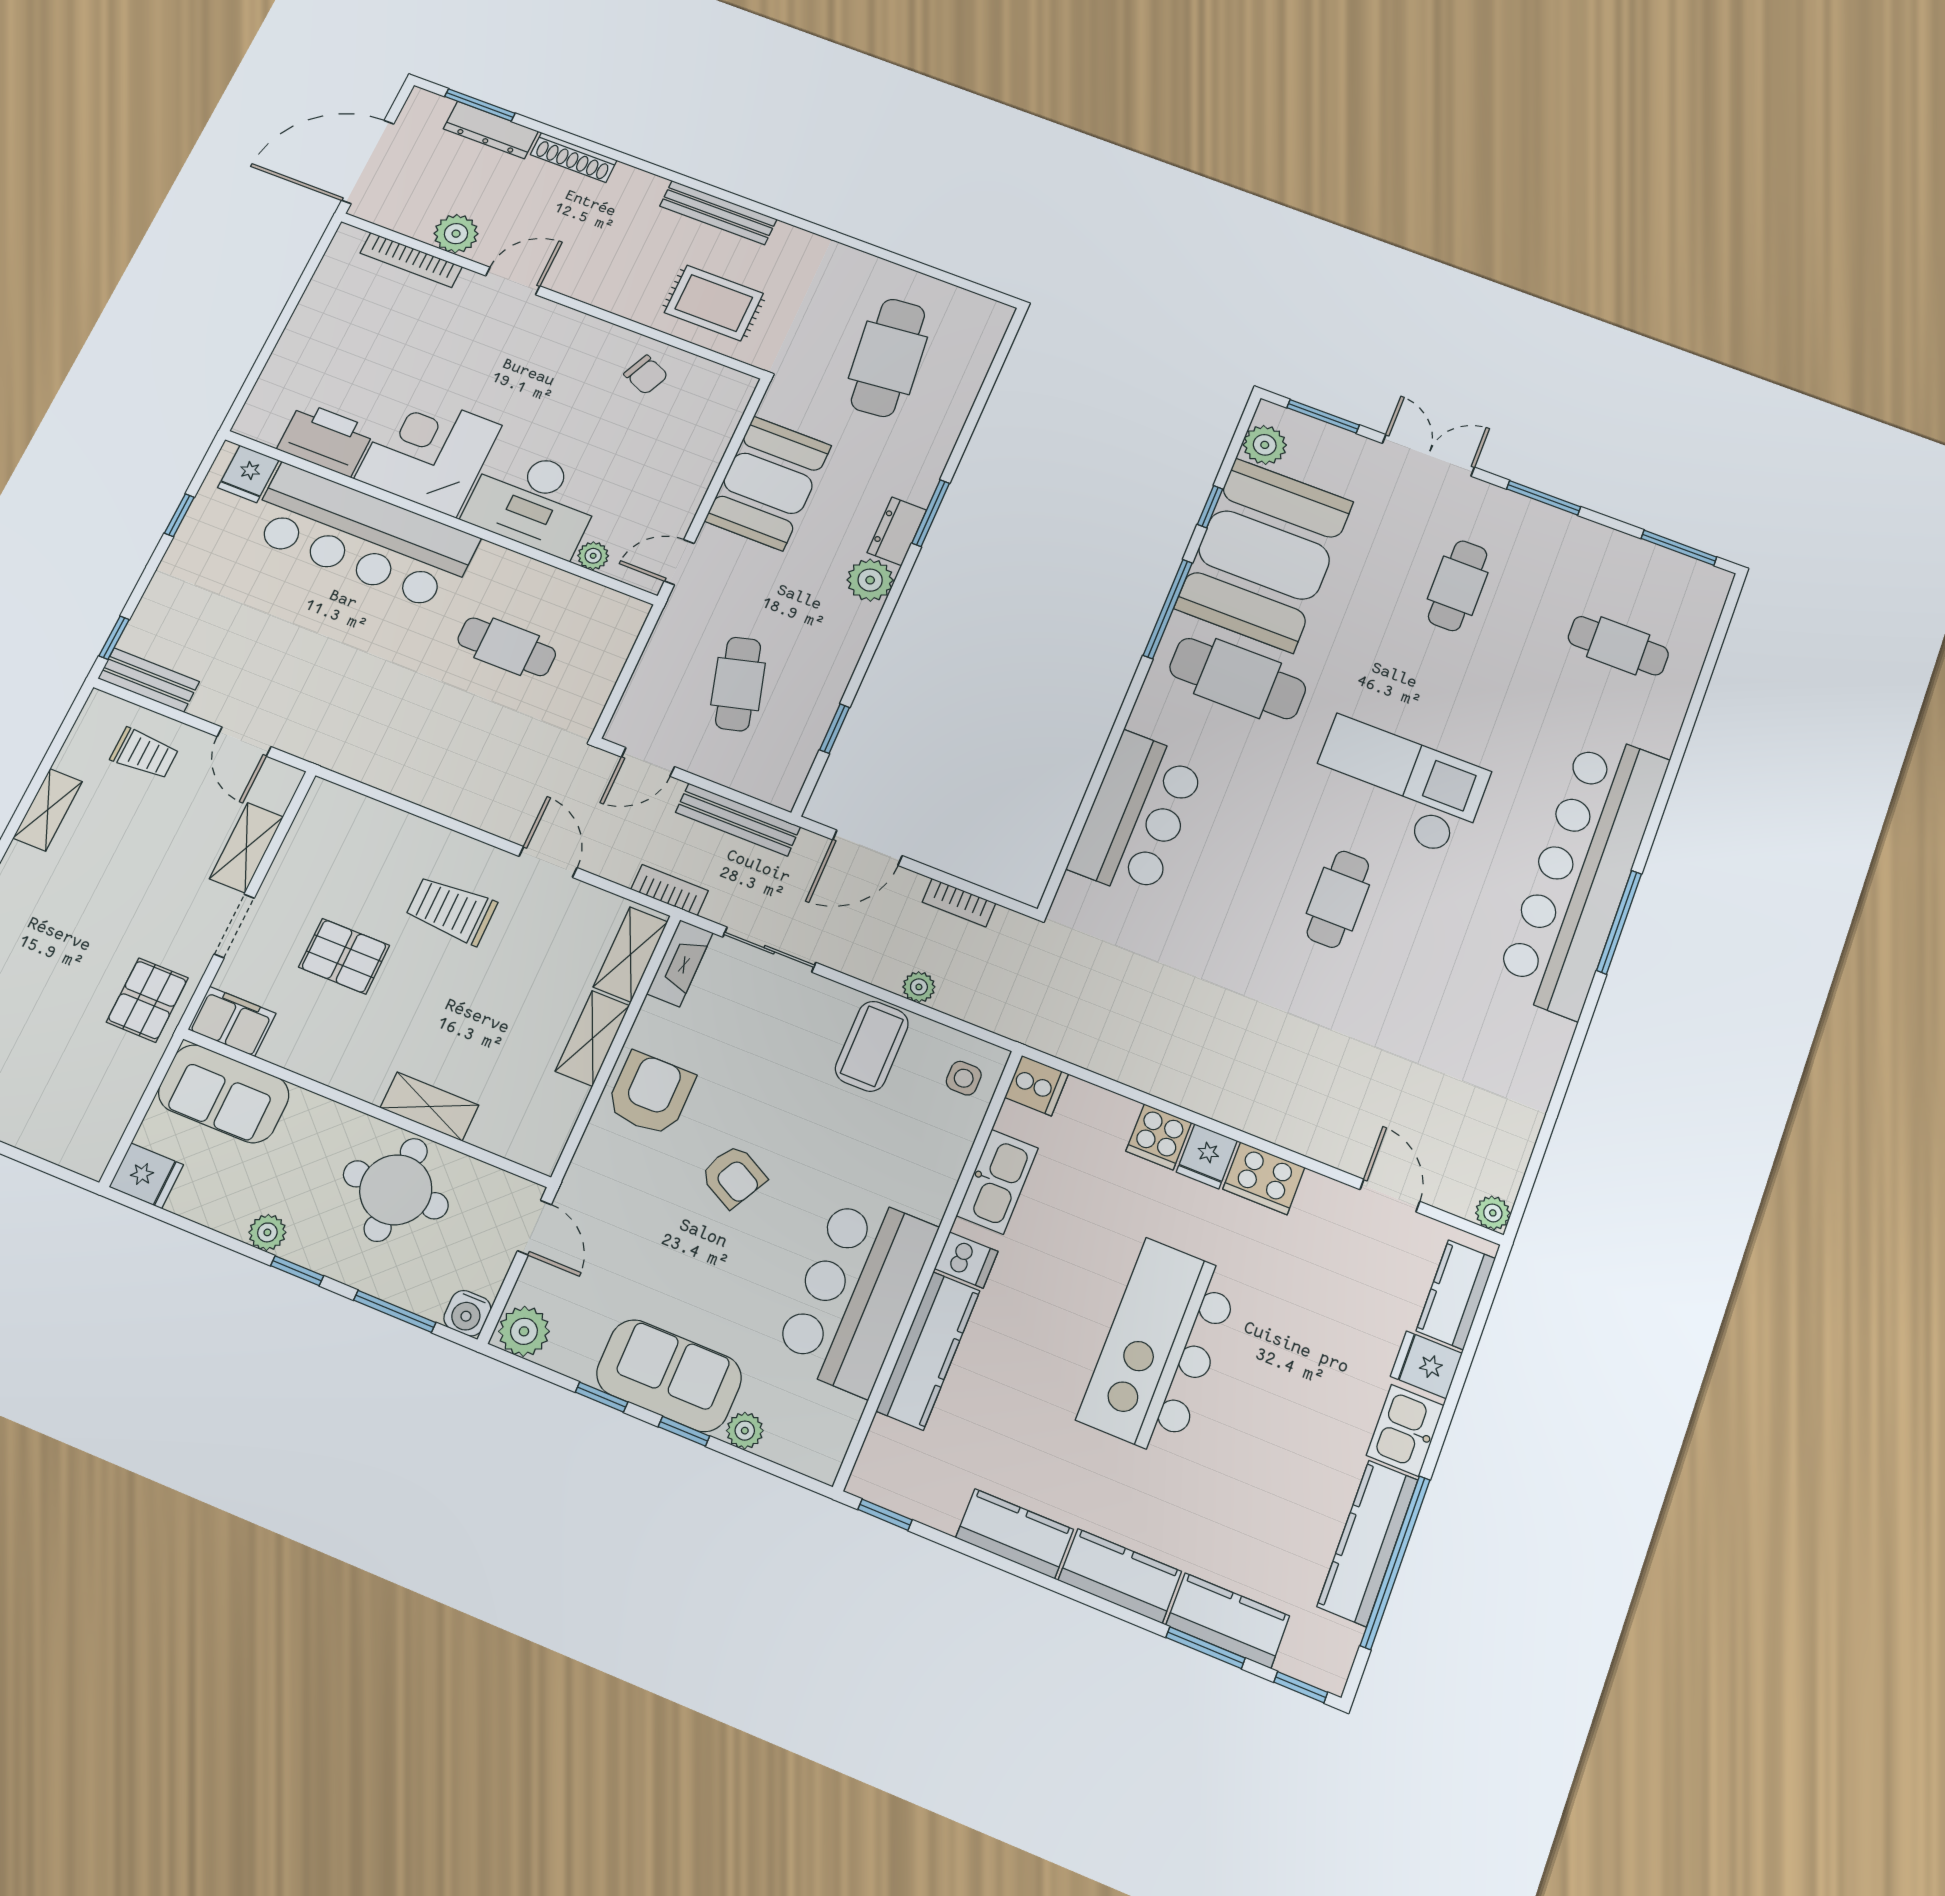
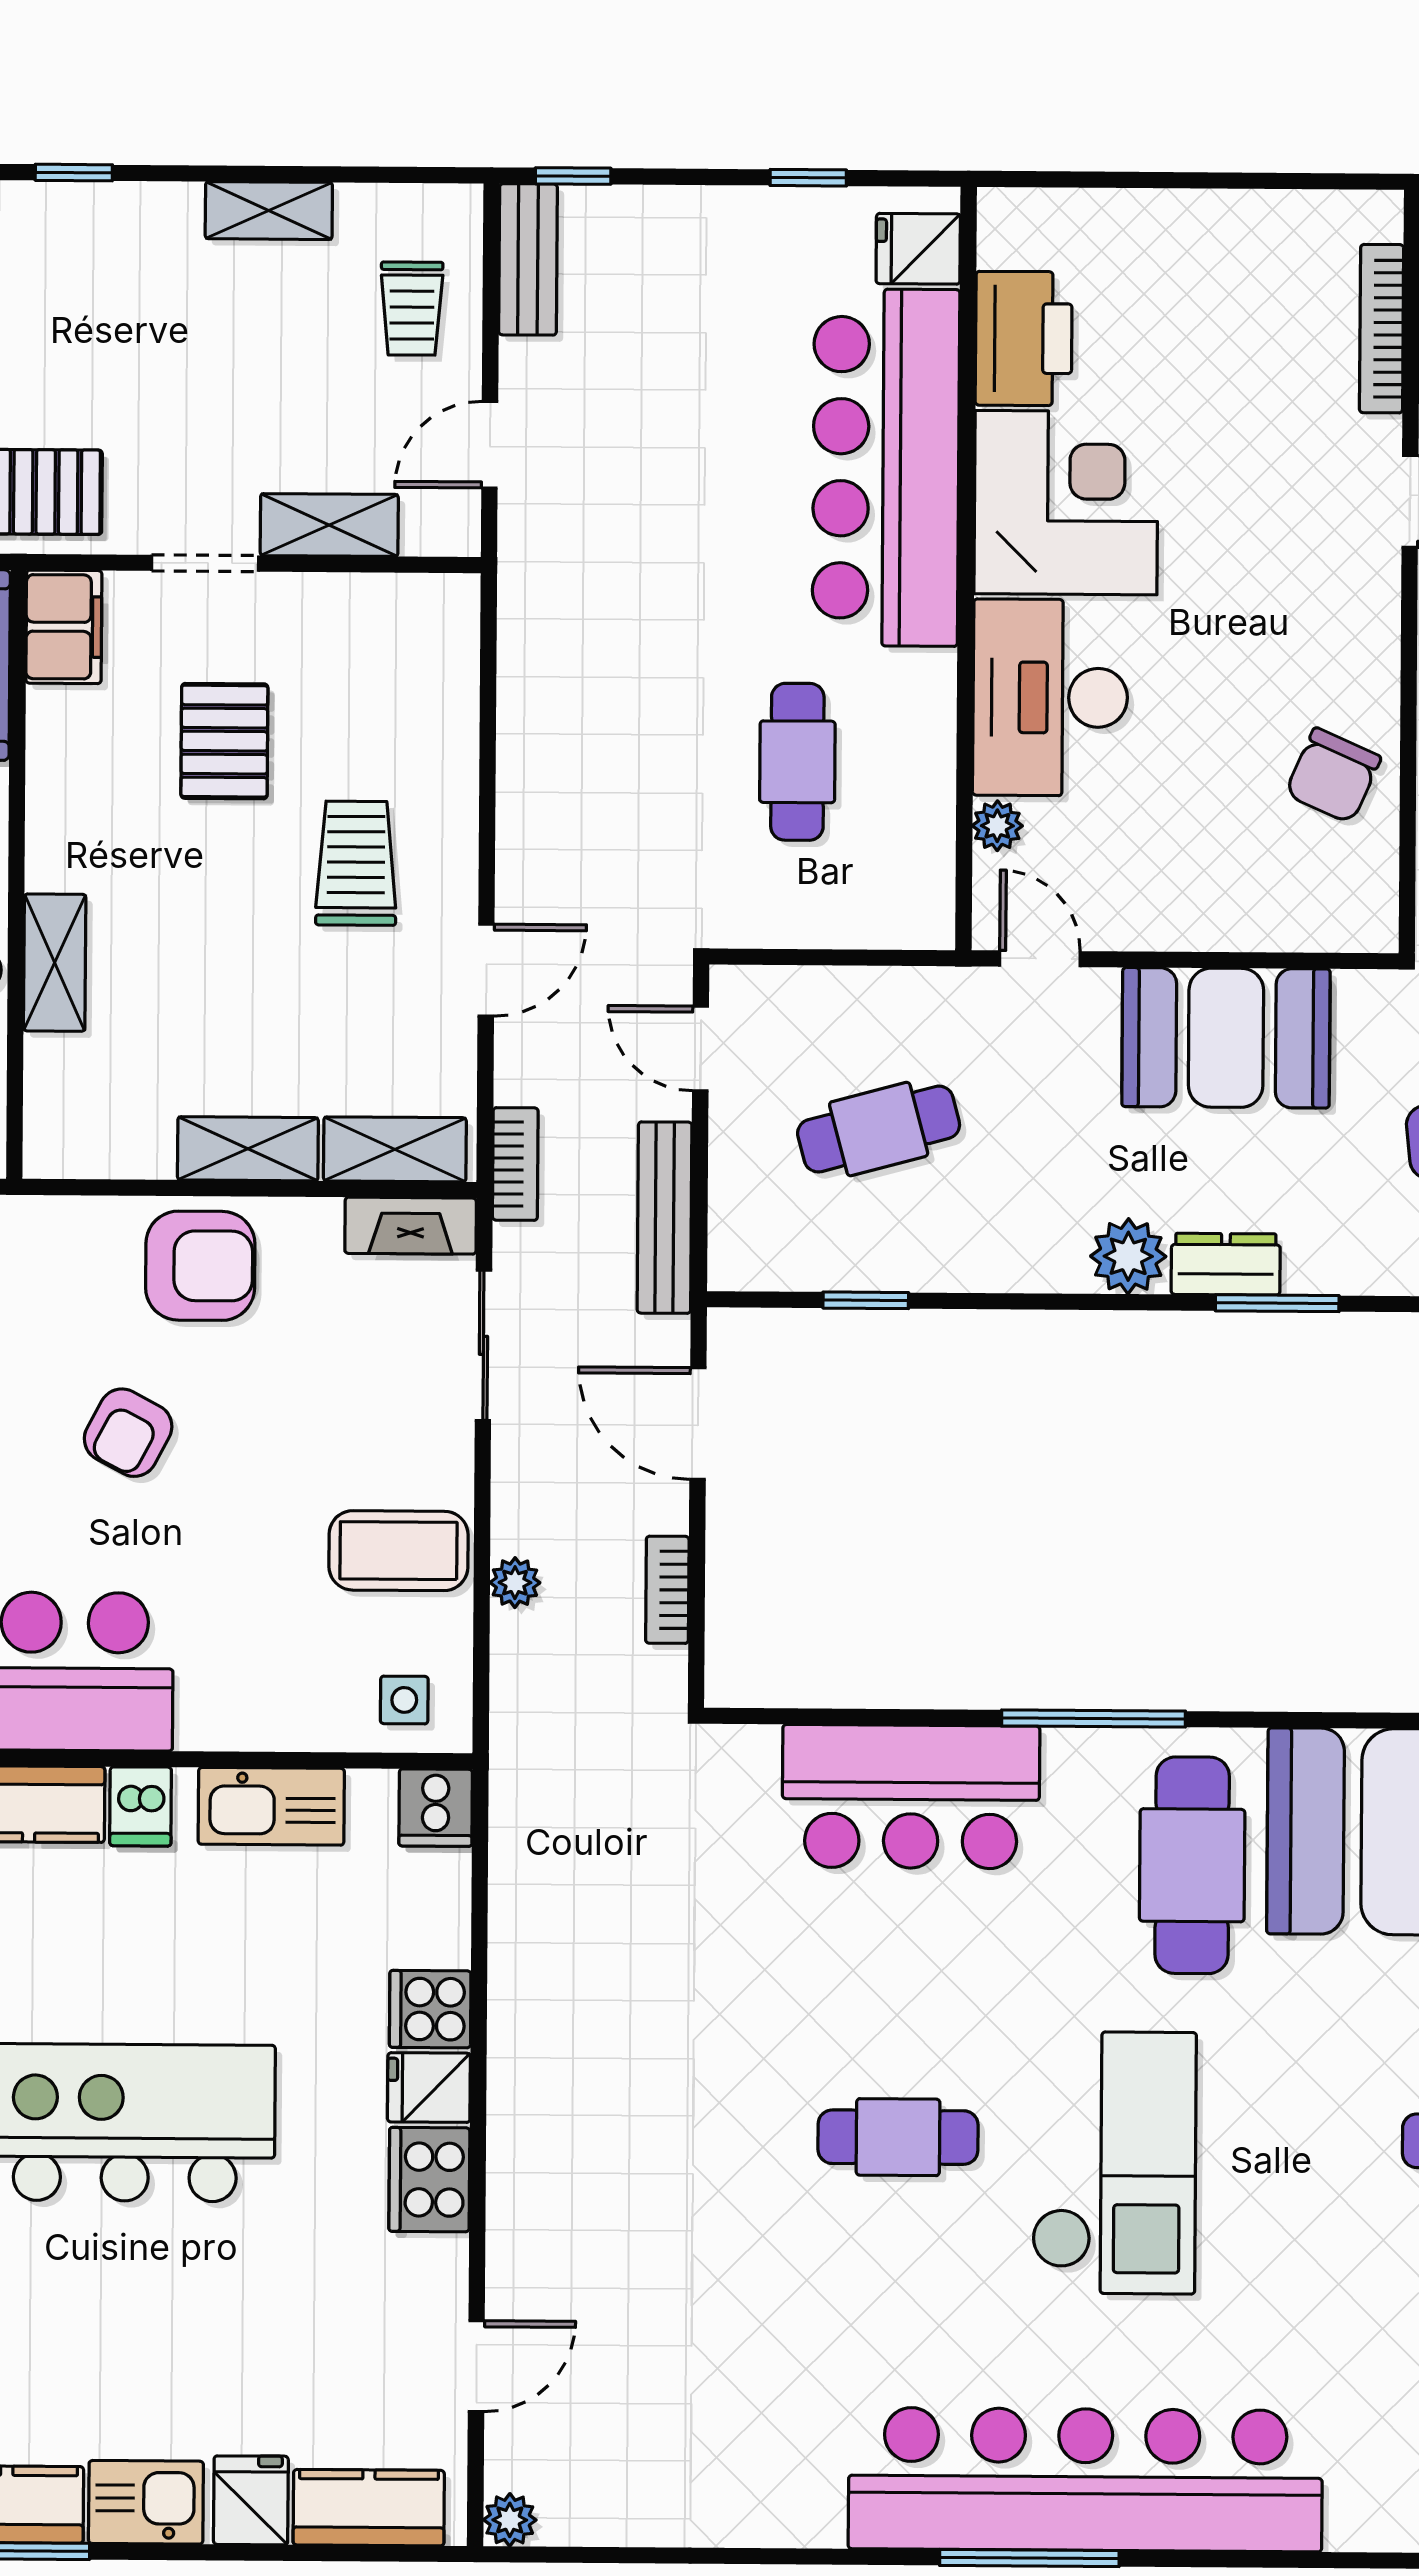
chair: (646, 375) -> (1333, 776), width x1.37, depth x1.37
window: (1168, 609) -> (1093, 1719), moved

